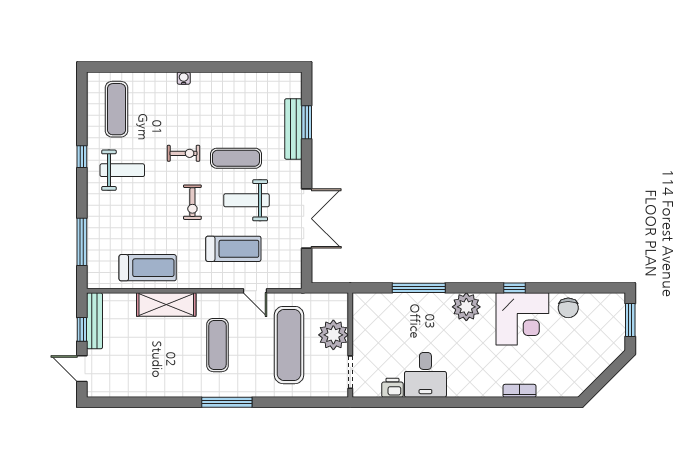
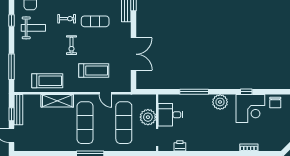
weight bench: (247, 200) -> (101, 44), removed
exercise mat: (217, 345) -> (85, 123), width x1.36, depth x1.45
desk: (425, 375) -> (170, 115), moved, turned 90

